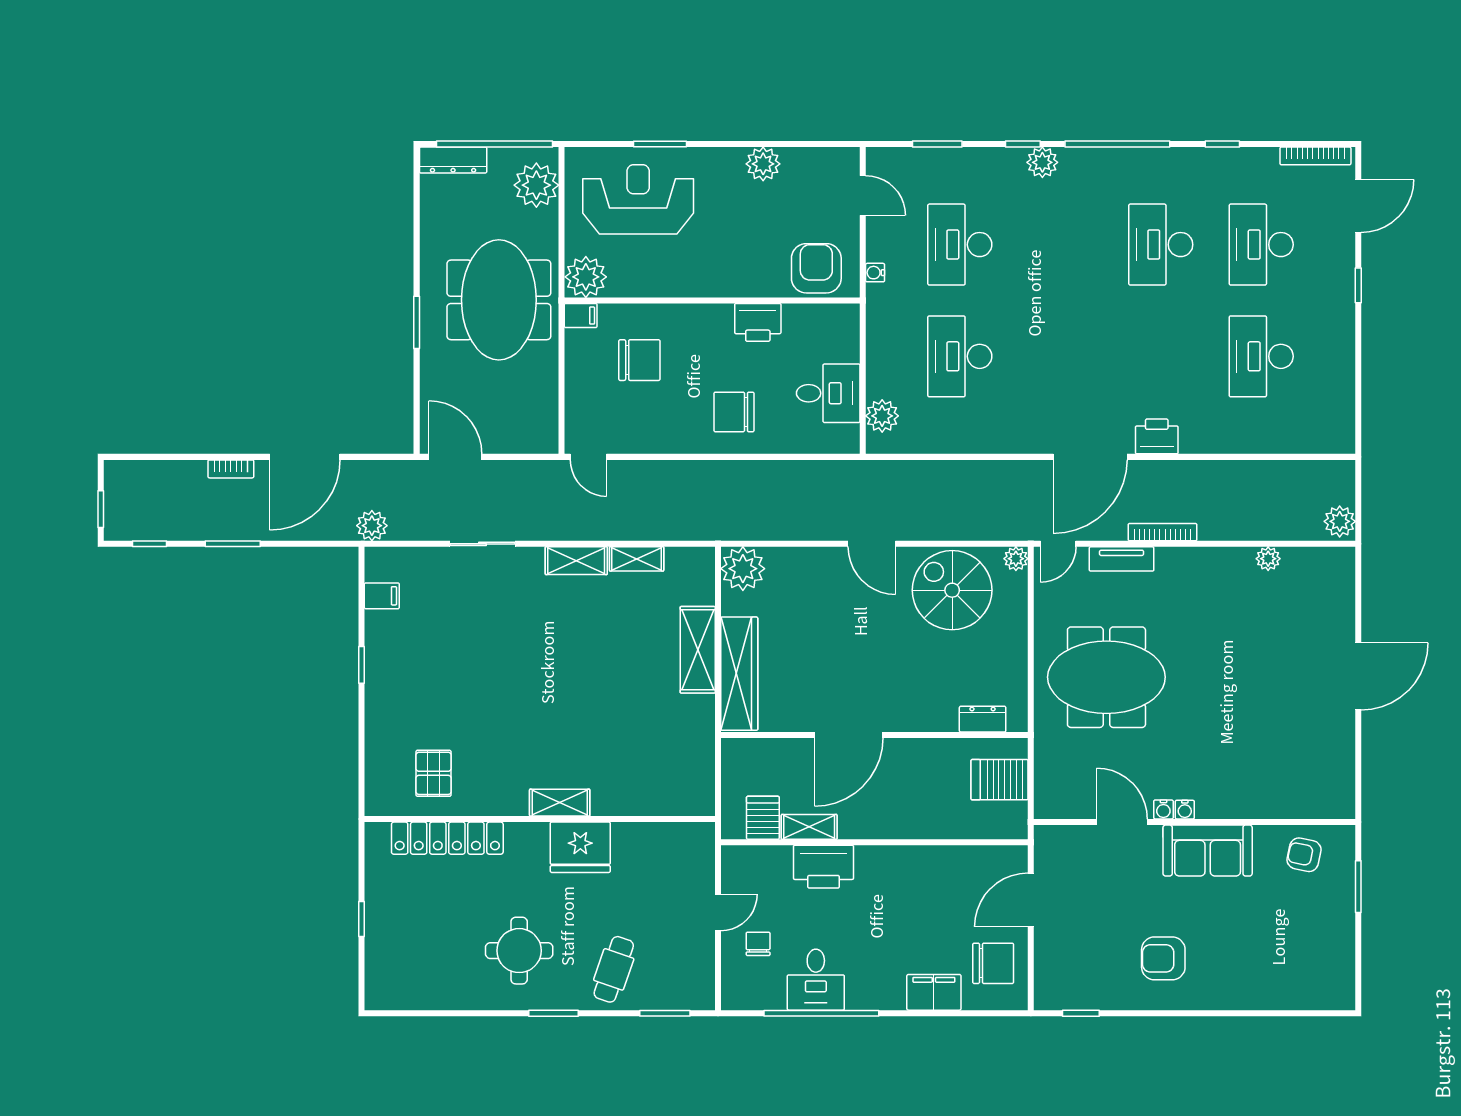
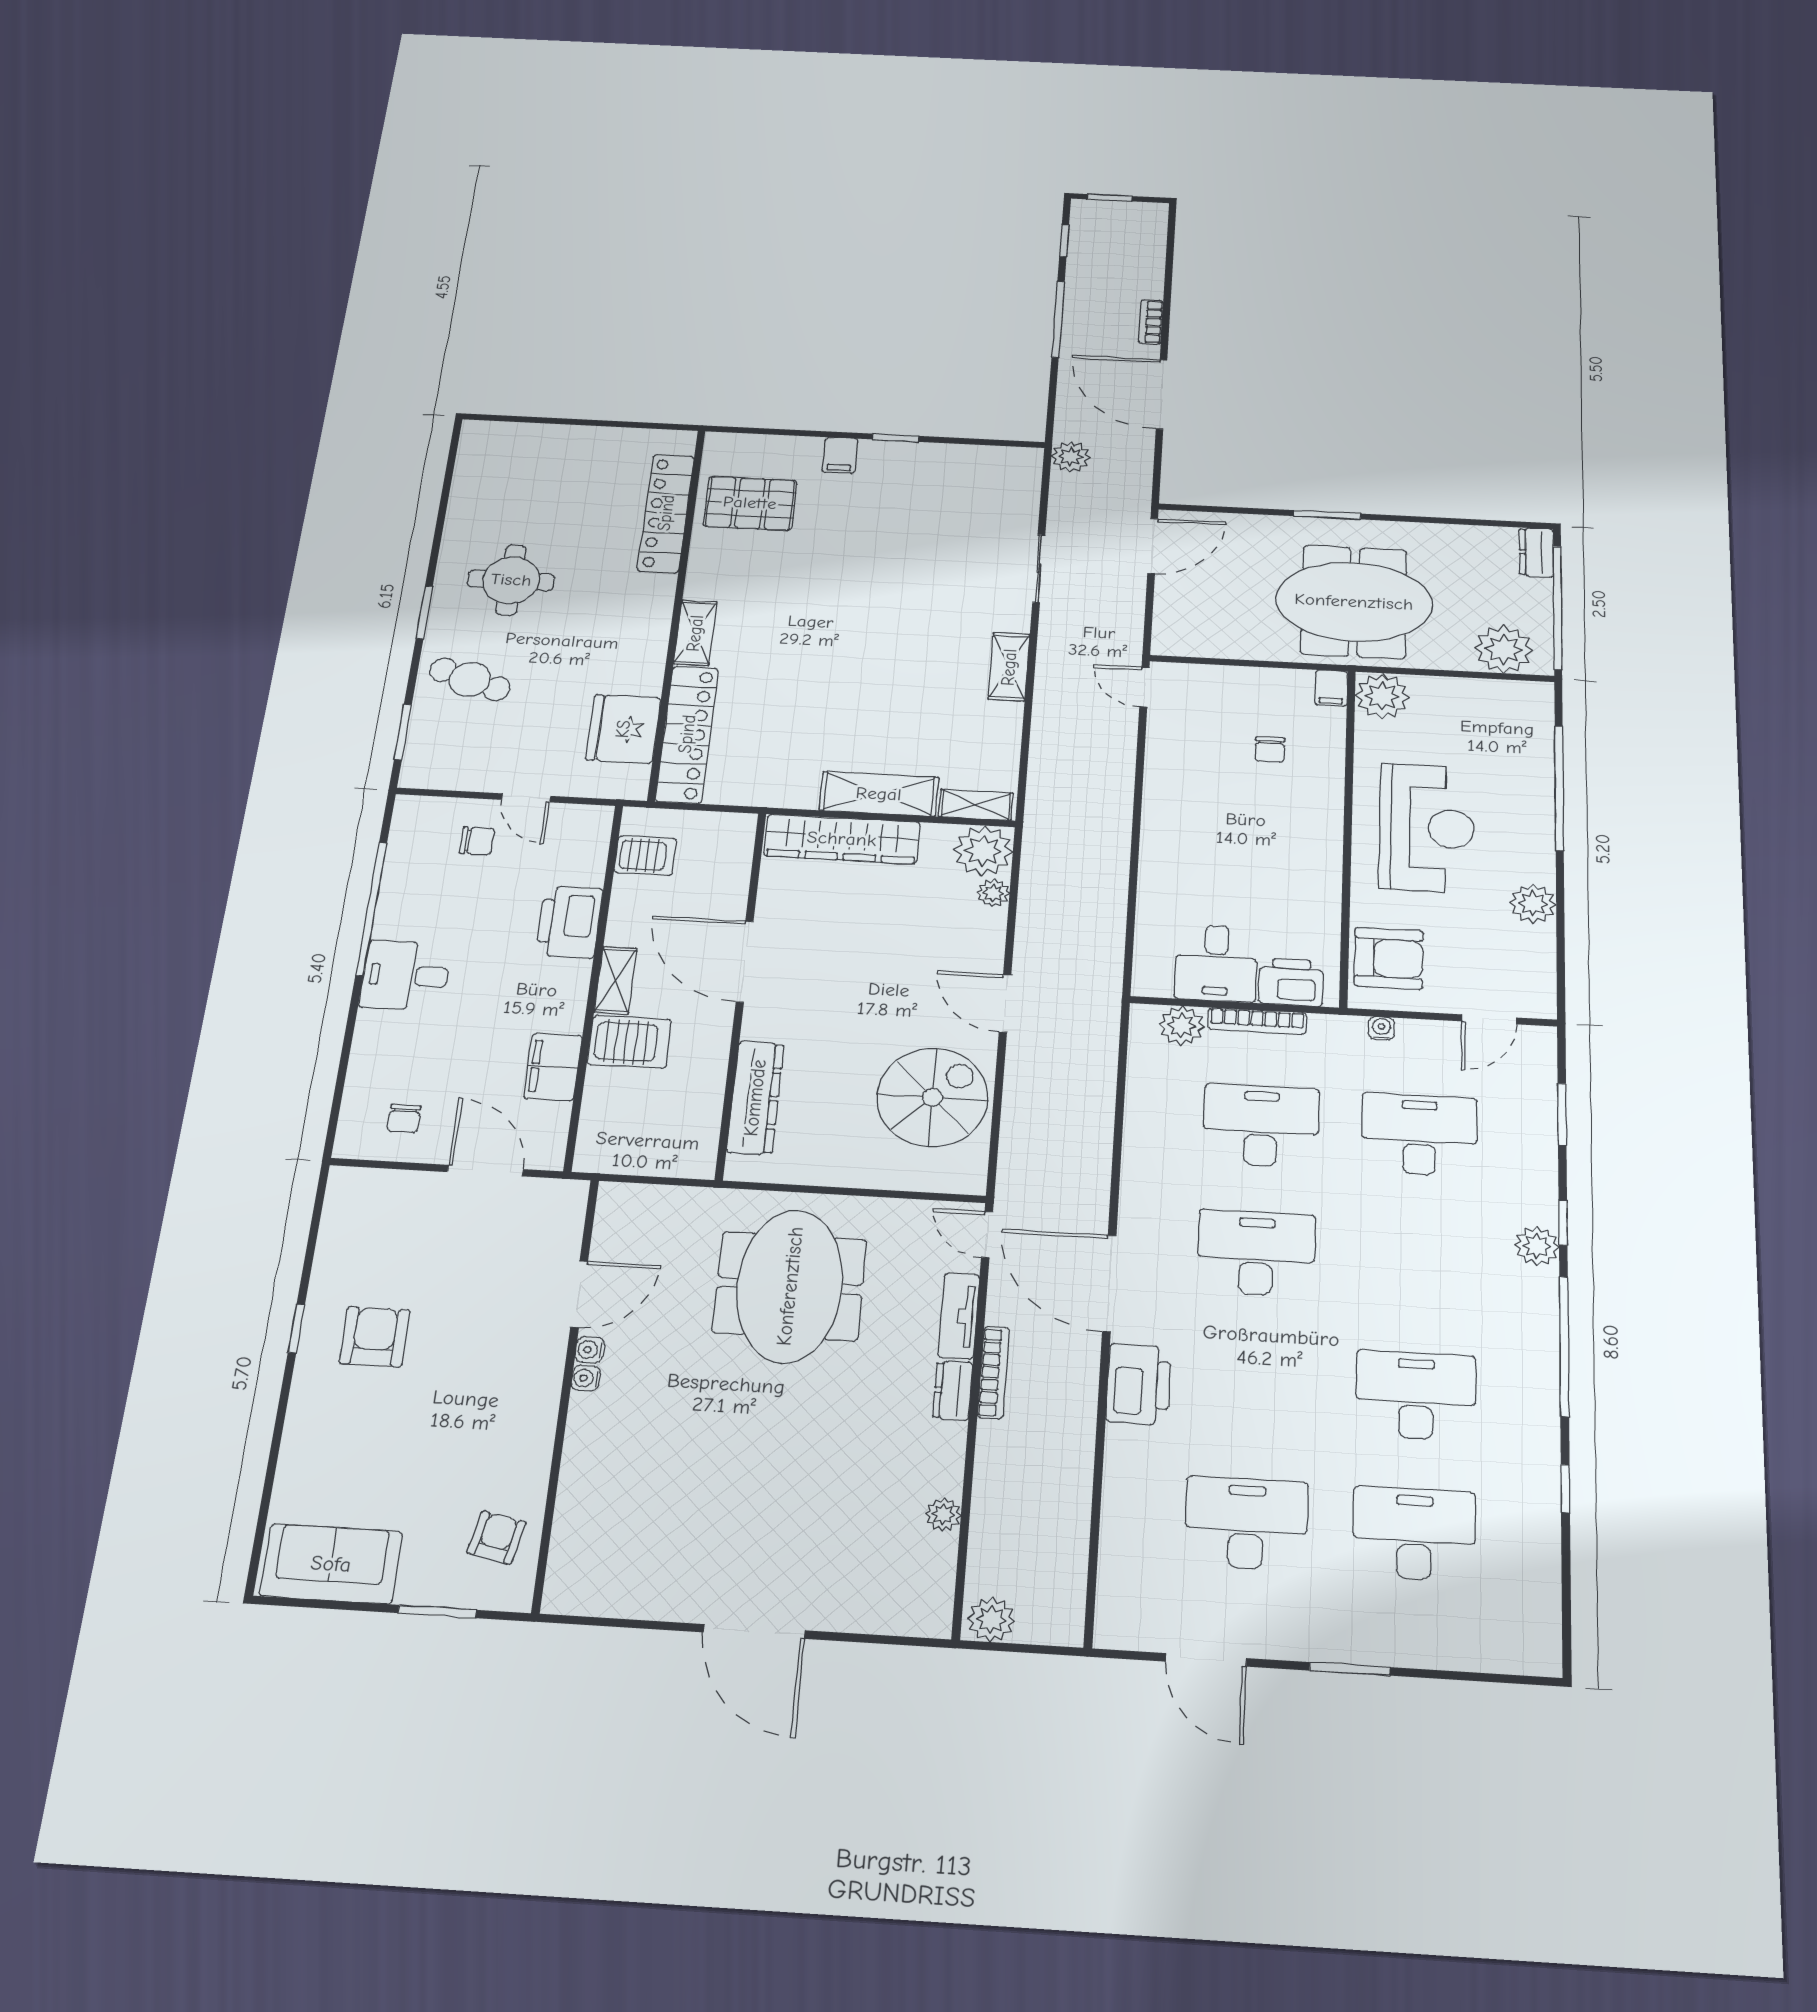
window: (660, 144) -> (1559, 788), width x2.11
bookcase: (1315, 156) -> (1257, 1021), moved, turned -90
dresser: (453, 160) -> (1536, 552), width x0.70
reception desk: (638, 199) -> (1427, 828), moved
door: (1358, 206) -> (1206, 1660), moved
window: (1358, 285) -> (1350, 1669), width x1.50
printer: (758, 322) -> (1291, 982), moved, turned 90
desk: (1060, 356) -> (1256, 1253), added
chair: (639, 360) -> (1270, 749), width x0.54, depth x0.54
chair: (734, 412) -> (1196, 852), removed
printer: (1157, 436) -> (1138, 1384), width x1.37, depth x1.19
door: (588, 457) -> (1144, 687), hinge flipped
window: (233, 544) -> (1058, 319), width x1.44
door: (872, 544) -> (1005, 1003), hinge flipped
shelving: (637, 559) -> (976, 805), moved, turned 90
plant: (1016, 559) -> (993, 893), moved
dresser: (1178, 559) -> (953, 1391), added
filing cabinet: (382, 596) -> (840, 455), moved
dresser: (983, 719) -> (755, 1098), width x1.96, depth x1.24
pallet: (434, 773) -> (750, 503), width x1.50, depth x1.42
server rack: (1000, 780) -> (629, 1042), moved, turned 90
locker: (654, 799) -> (687, 734), added
shelving: (809, 827) -> (616, 980), moved
fridge: (580, 847) -> (623, 729), moved
sofa: (1208, 851) -> (331, 1564), moved, turned 90
window: (362, 919) -> (577, 422), removed
chair: (993, 963) -> (404, 1118), width x0.54, depth x0.54
desk: (816, 980) -> (406, 975), moved
filing cabinet: (934, 992) -> (553, 1067), moved, turned 180
window: (1081, 1013) -> (296, 1328), moved

